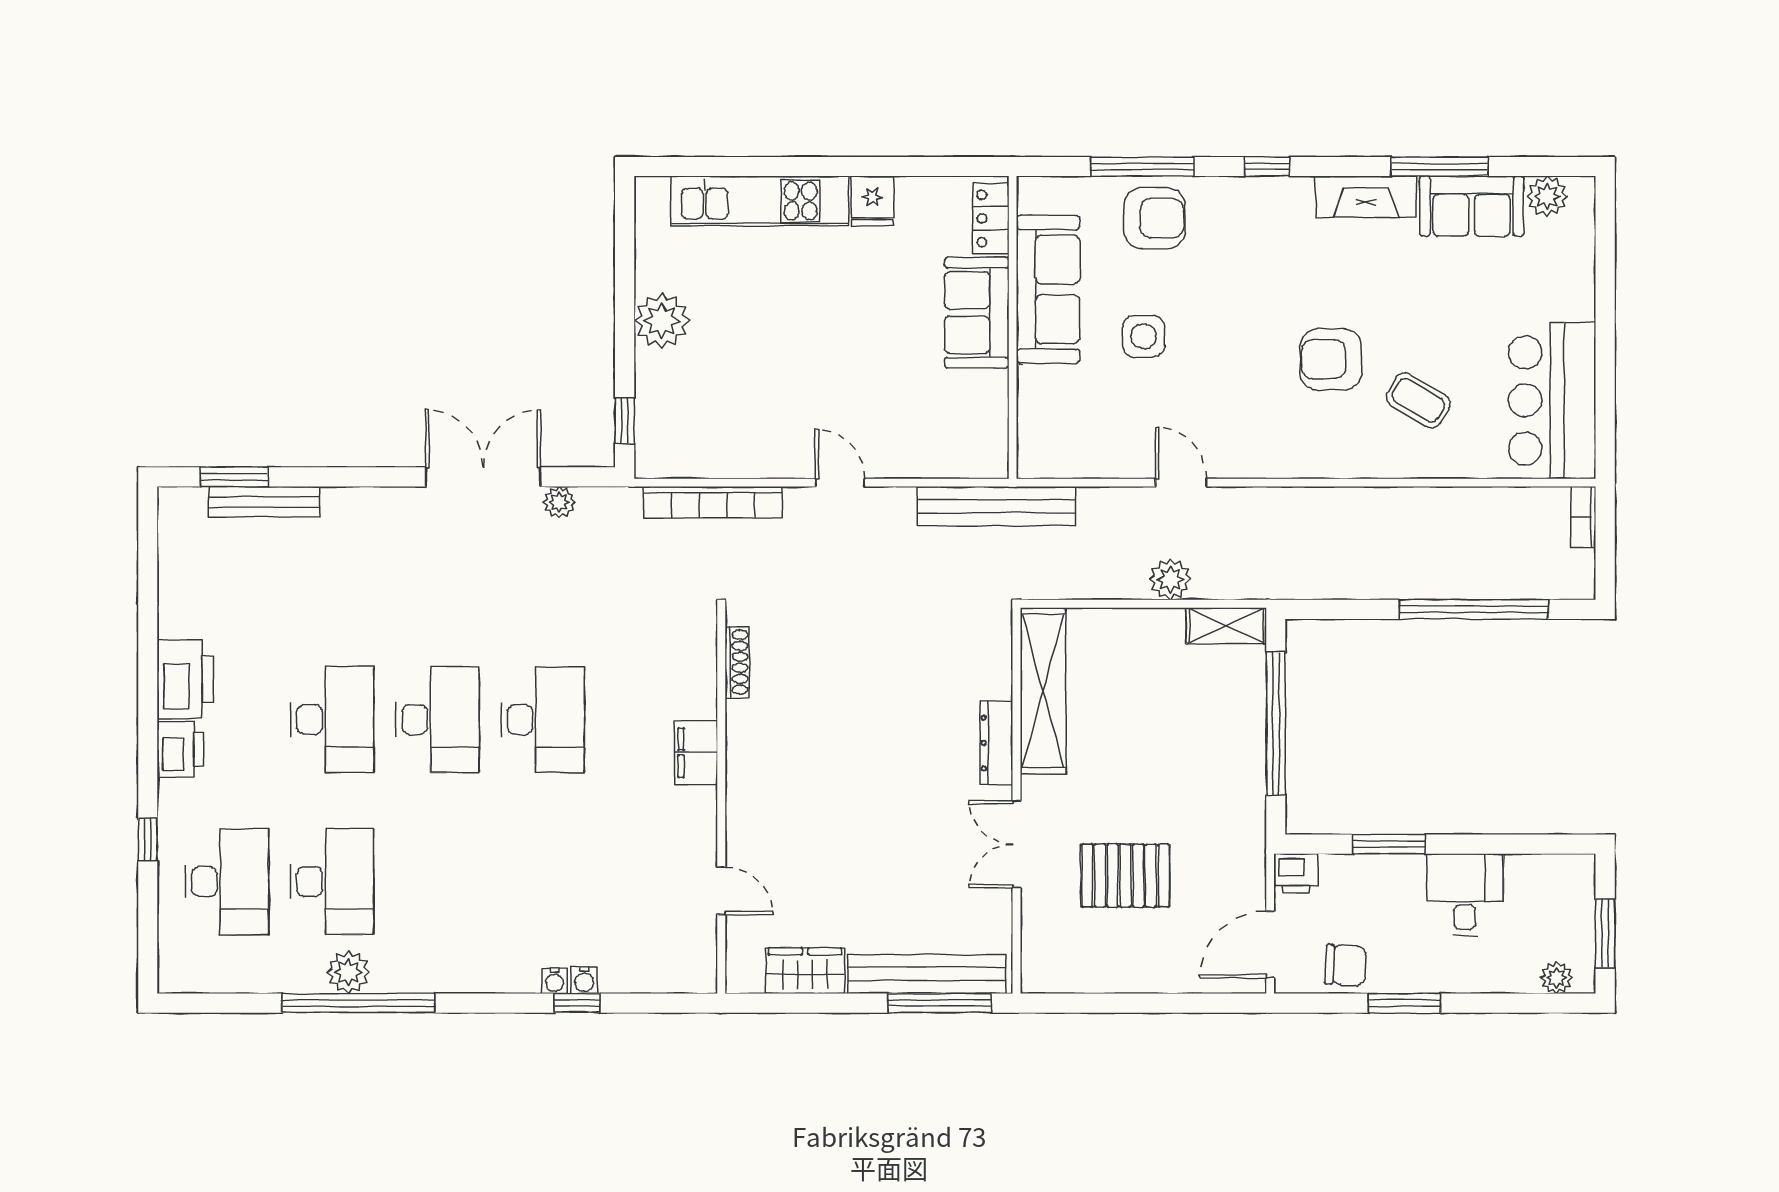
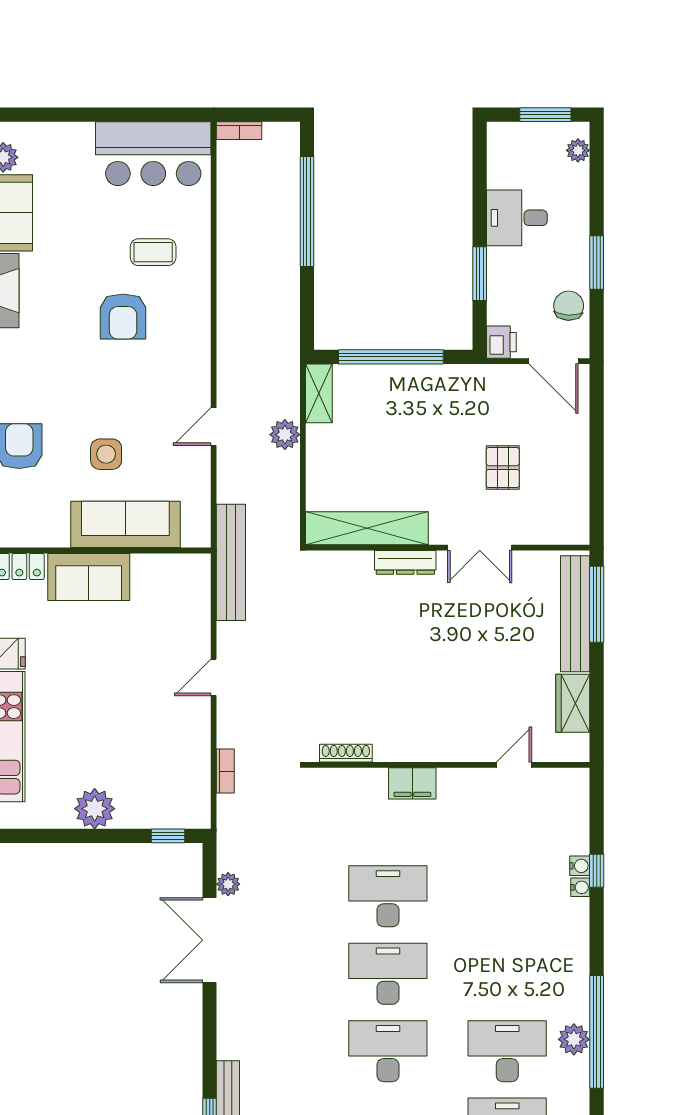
sofa: (1048, 289) -> (125, 524), moved
coffee table: (1418, 400) -> (153, 252), turned 59
bookcase: (713, 502) -> (225, 771), width x0.43, depth x0.76
pallet: (1125, 875) -> (503, 468), width x0.67, depth x0.71

